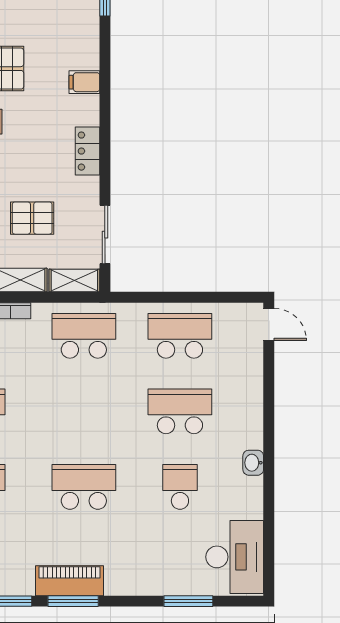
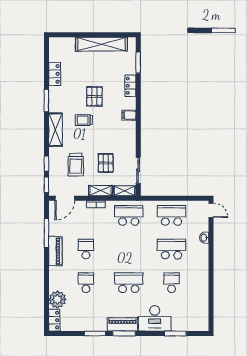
filing cabinet: (84, 82) -> (129, 115), moved
locker: (88, 151) -> (130, 86), moved
pallet: (32, 218) -> (106, 163), turned 90
washbasin: (253, 463) -> (204, 238), moved
desk: (235, 557) -> (155, 318), moved, turned 90

